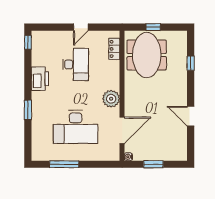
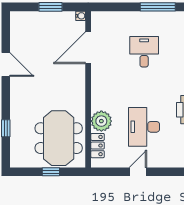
plant: (111, 99) -> (101, 121), moved
desk: (76, 127) -> (144, 52), width x0.53, depth x0.77

